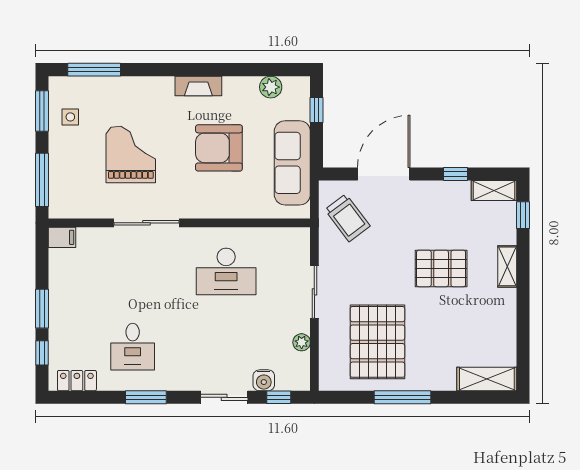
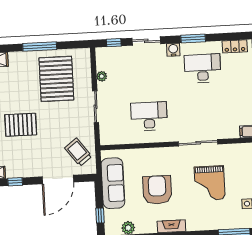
armchair: (219, 148) -> (157, 190), turned -90
desk: (133, 347) -> (203, 68), width x1.37
water cooler: (264, 380) -> (173, 50), moved

